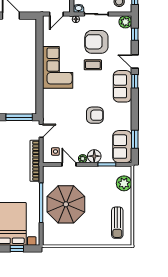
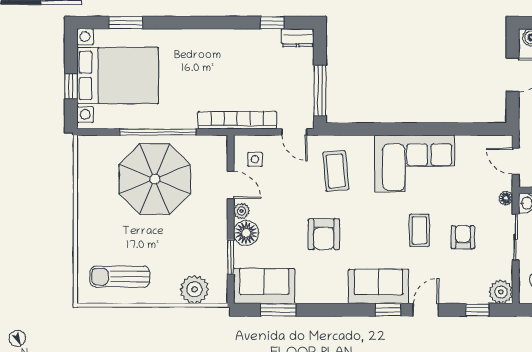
armchair: (96, 42) -> (463, 237), width x0.53, depth x0.53
coffee table: (62, 109) -> (336, 171), added
door: (69, 164) -> (231, 185), hinge flipped

